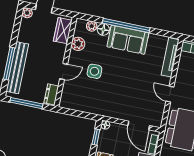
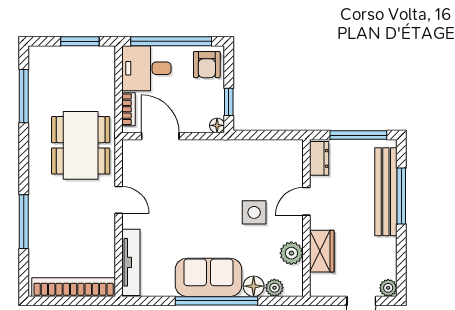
wardrobe: (63, 31) -> (322, 251), moved

